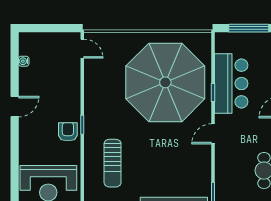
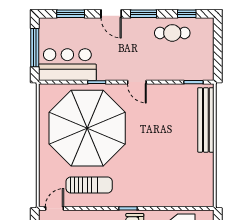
bar counter: (231, 84) -> (67, 65), moved
sun lounger: (113, 163) -> (89, 185), moved

